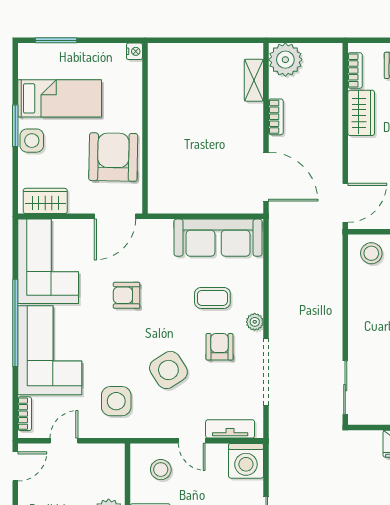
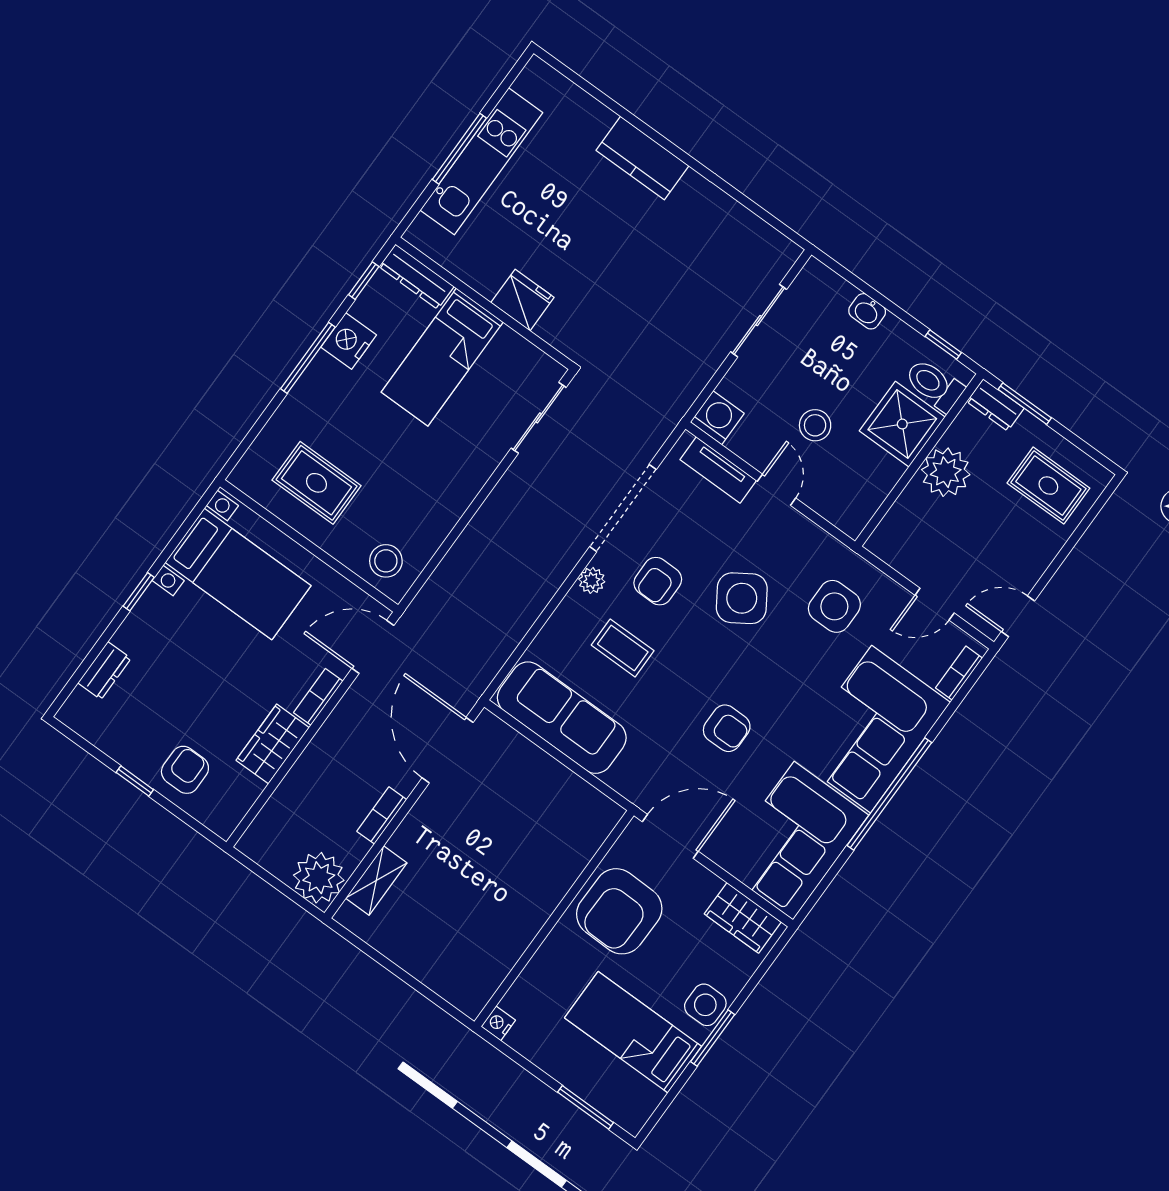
bookcase: (355, 70) -> (318, 697), moved
washing machine: (246, 461) -> (717, 418), width x0.73, depth x0.73
stool: (161, 470) -> (815, 425), moved

